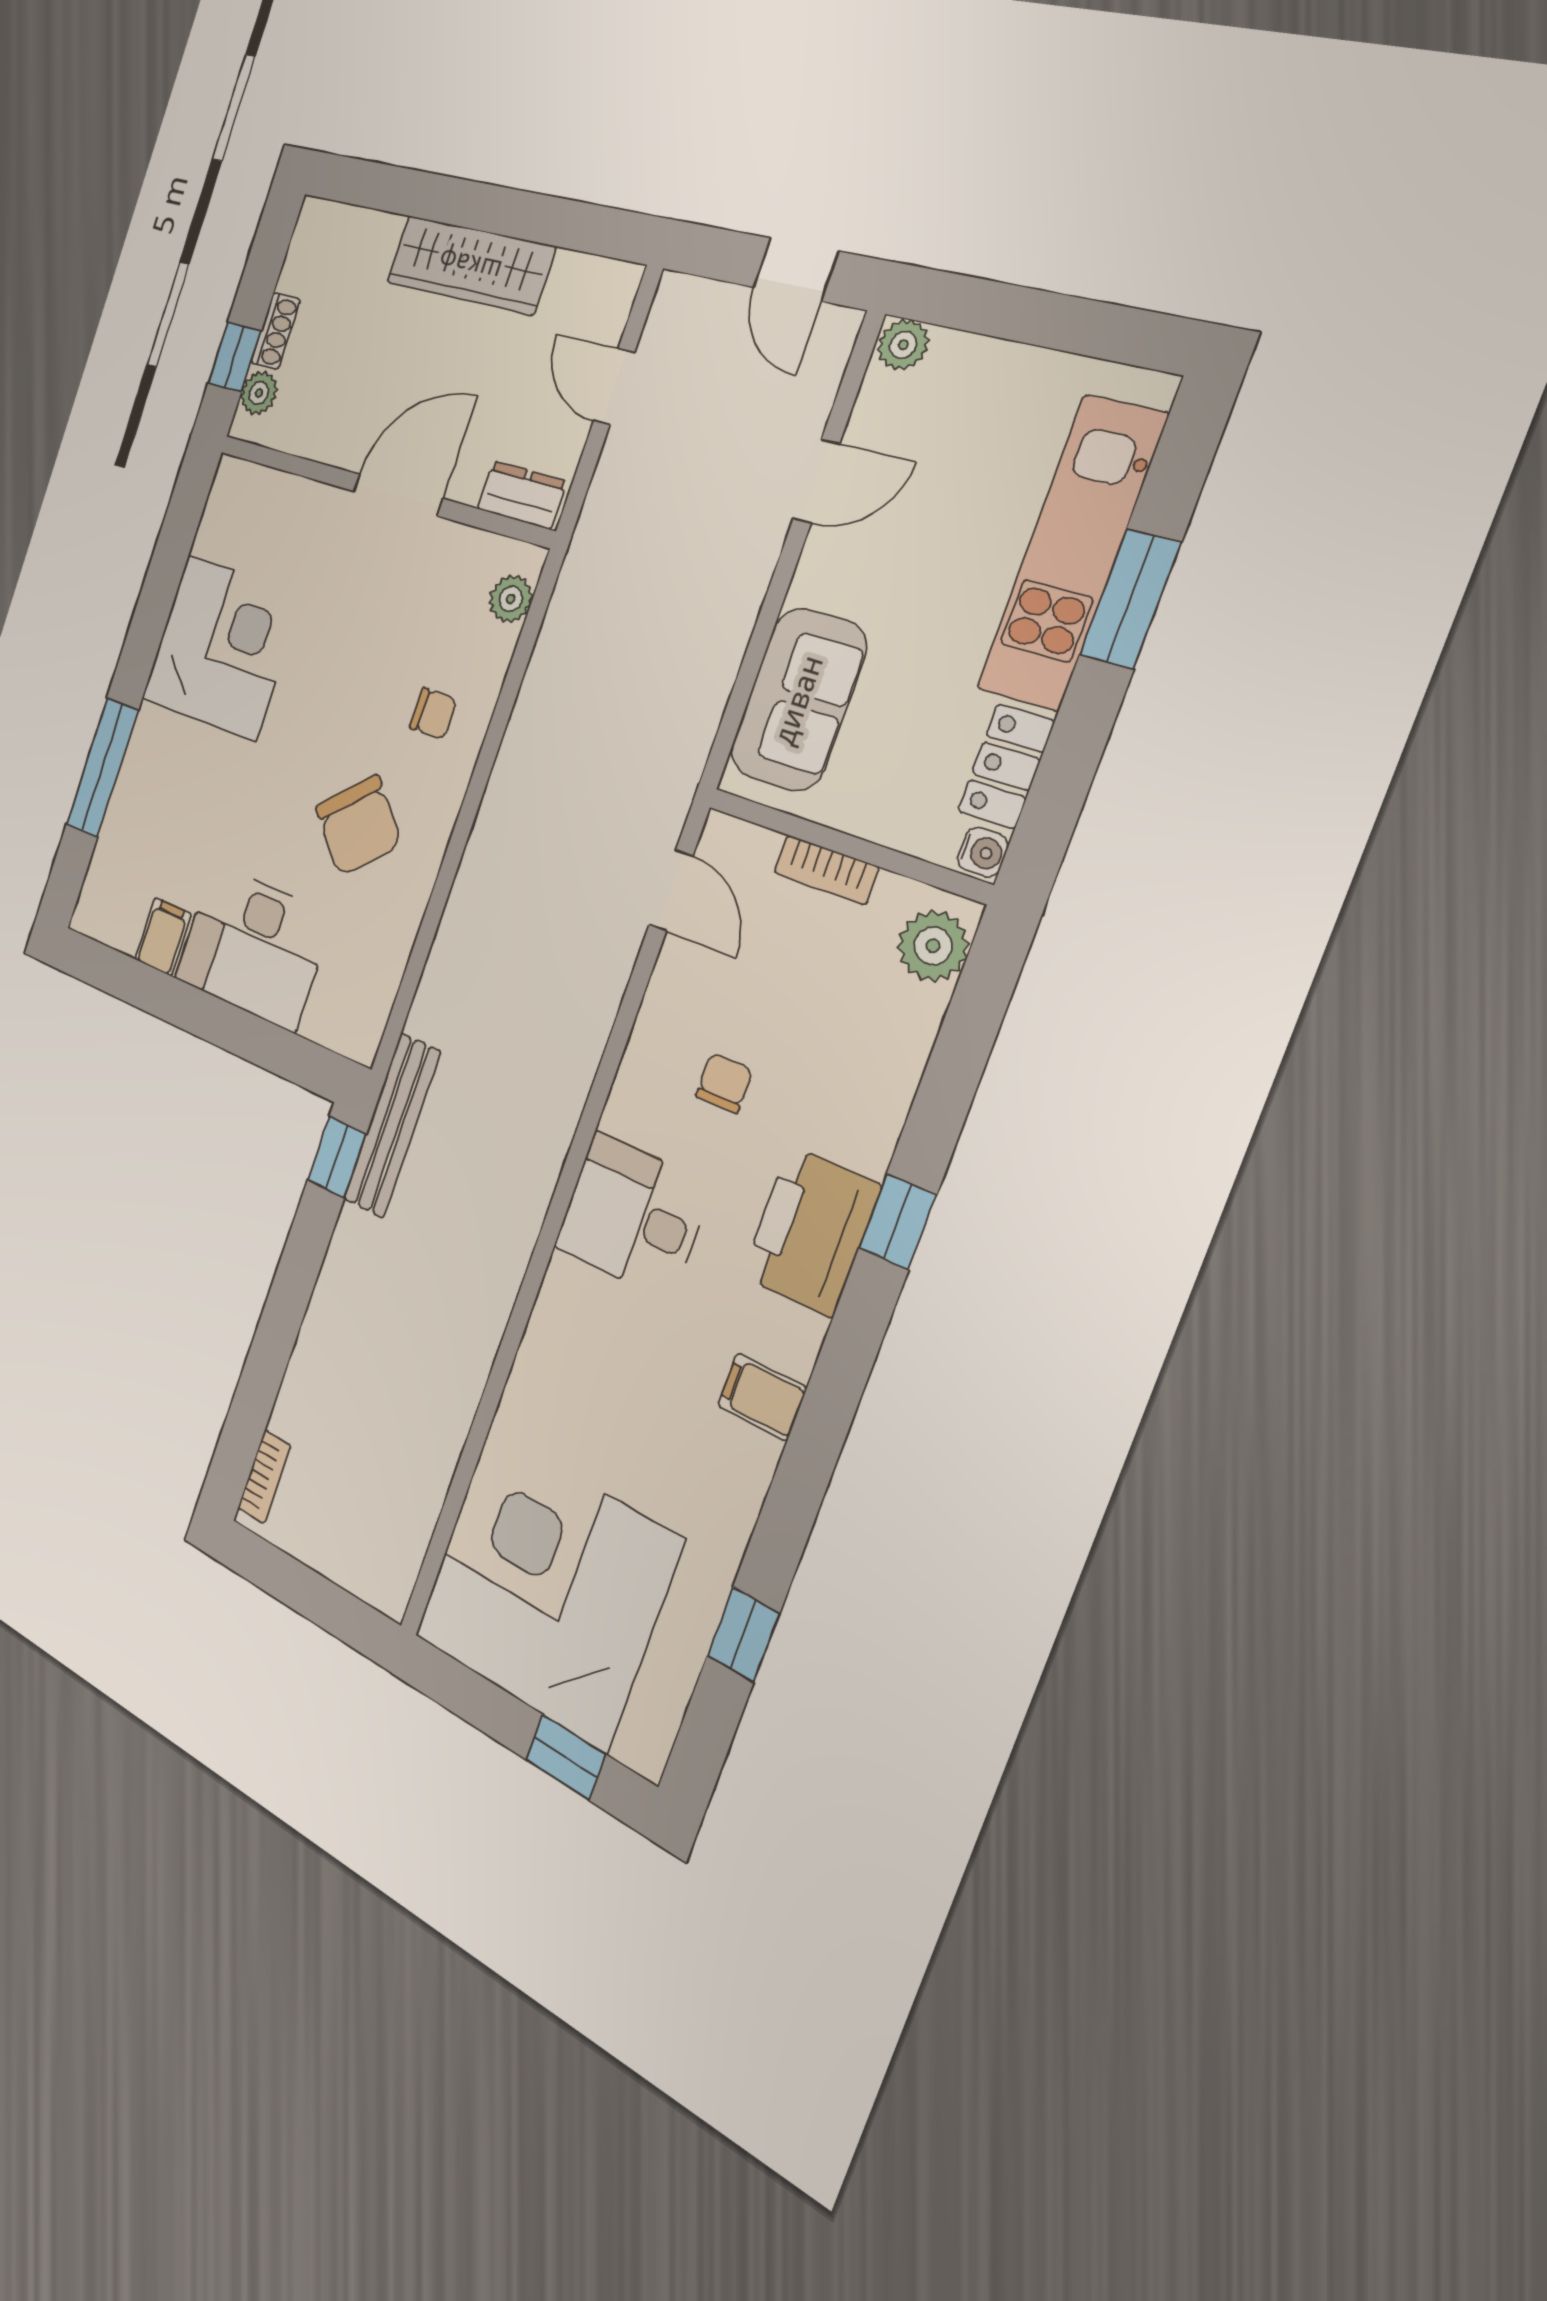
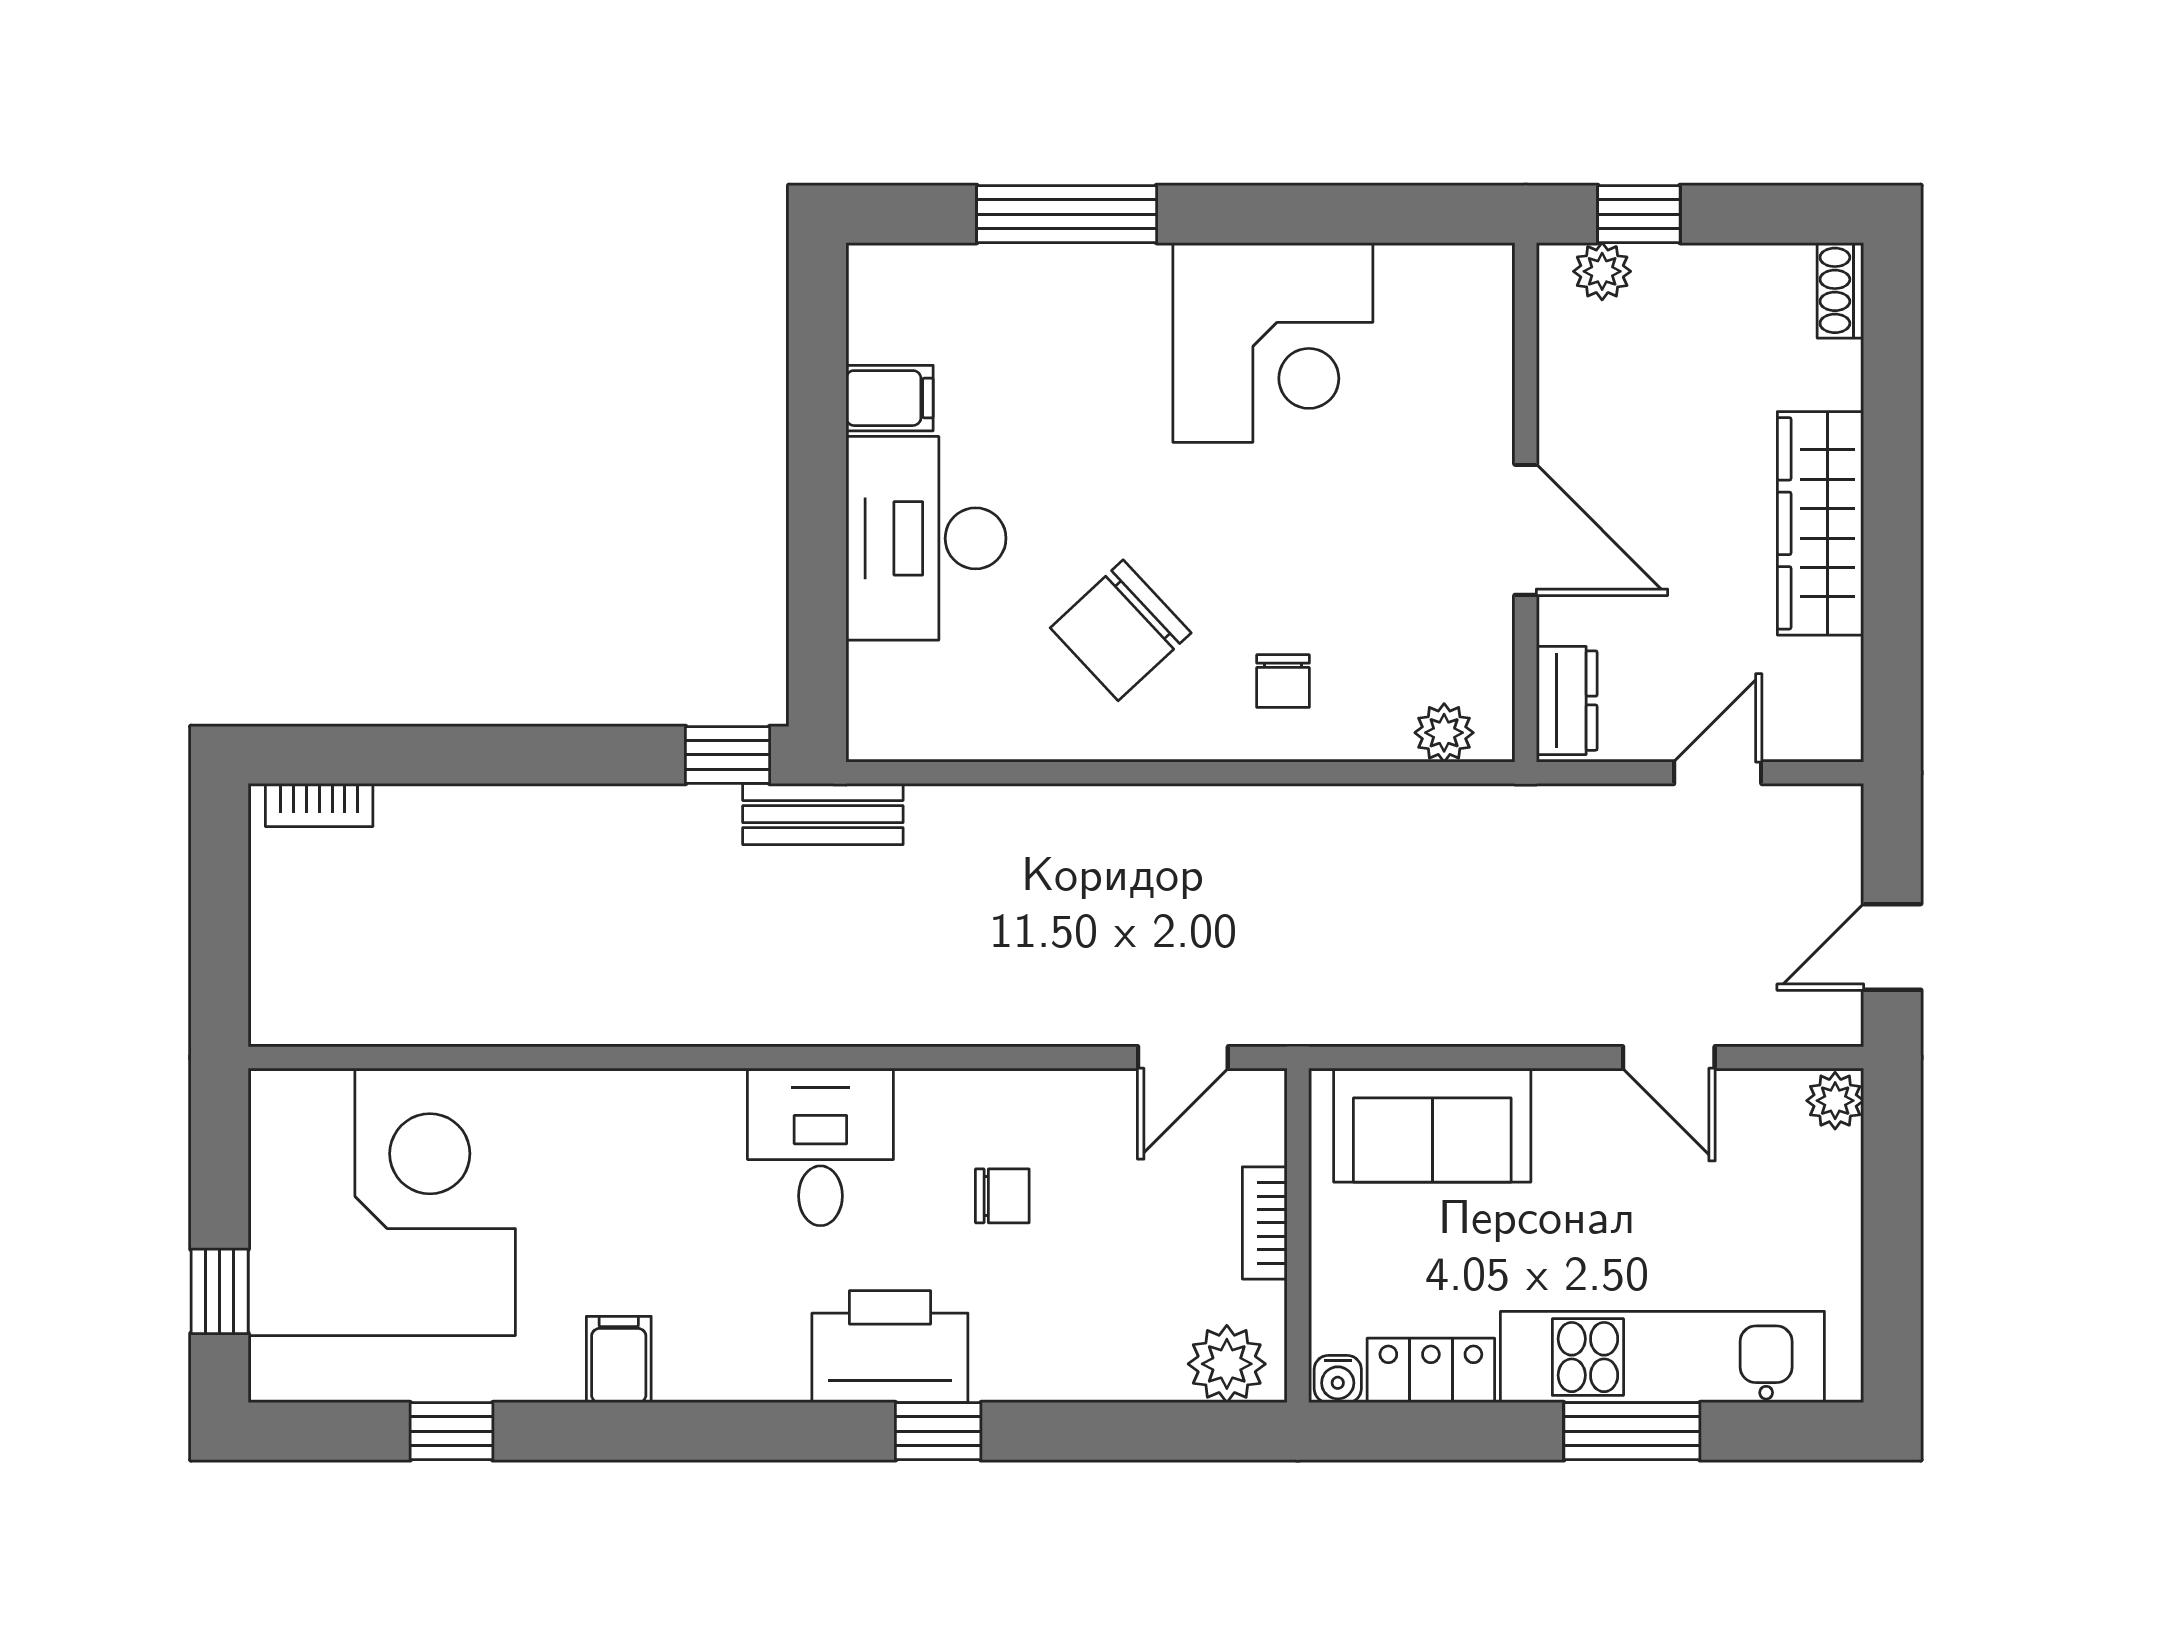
shoe rack: (275, 331) -> (1840, 290), moved, turned 90
bench: (392, 1126) -> (823, 814), width x0.73
filing cabinet: (762, 1397) -> (619, 1359), moved

